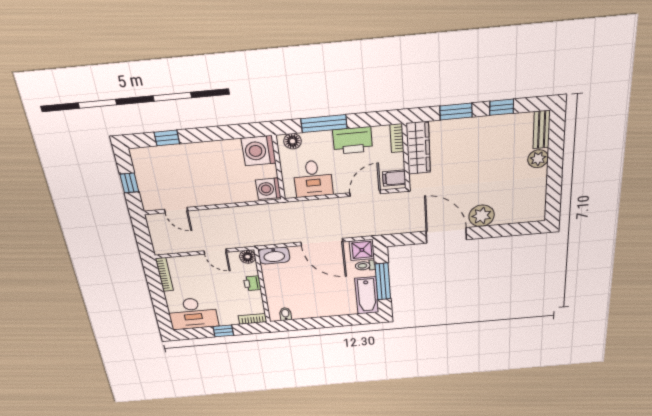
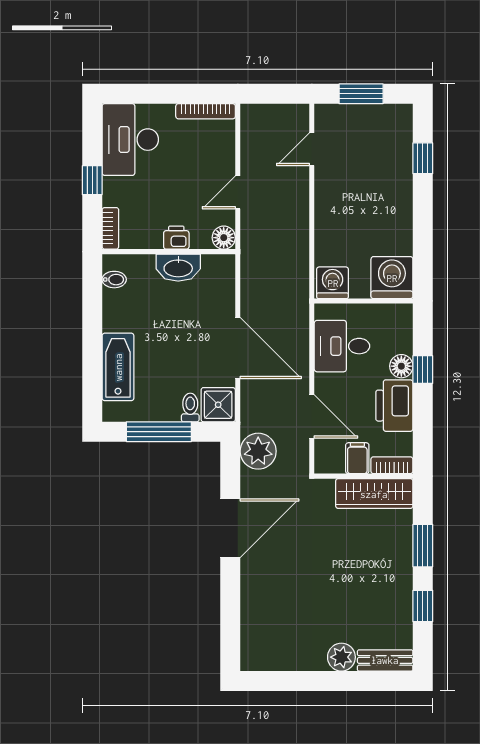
window: (324, 124) -> (423, 370), width x0.46
floor lamp: (292, 141) -> (401, 366), moved
filing cabinet: (394, 178) -> (357, 458), moved
window: (129, 183) -> (361, 94), width x1.50
plant: (482, 216) -> (258, 451), moved
door: (322, 242) -> (238, 348), swing flipped
washbasin: (274, 256) -> (178, 268), moved, turned -90
bathtub: (367, 295) -> (118, 367), moved, turned 90

